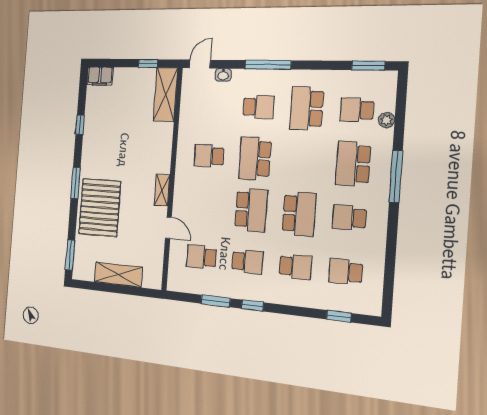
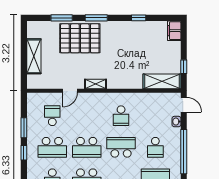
window: (268, 65) -> (184, 152), width x1.46
school desk: (209, 156) -> (121, 116), turned 180
window: (70, 255) -> (62, 18), moved
school desk: (247, 262) -> (52, 147), width x1.85

